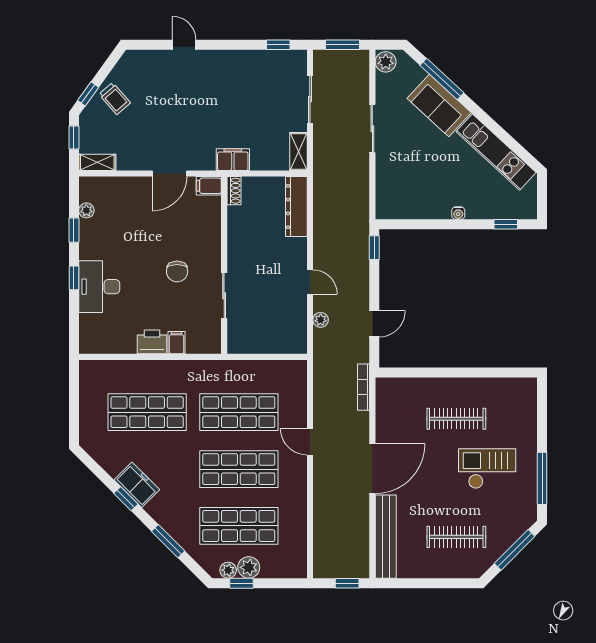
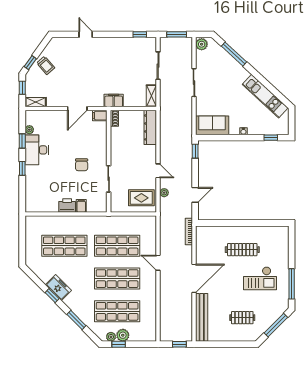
sofa: (439, 105) -> (212, 125), moved, turned 137
desk: (99, 287) -> (37, 150), moved
rug: (281, 329) -> (141, 198), added
checkout: (487, 469) -> (260, 278), turned 180
clothes rail: (456, 537) -> (242, 318), width x0.73

